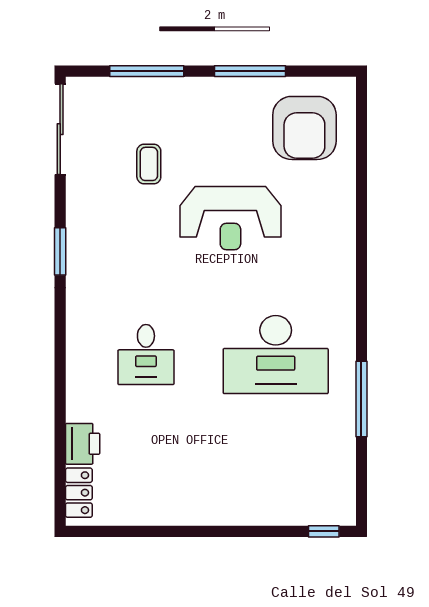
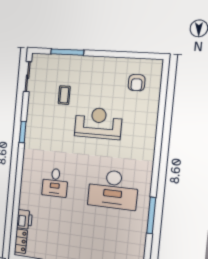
window: (250, 71) -> (114, 54), removed
armchair: (304, 128) -> (137, 83), width x0.53, depth x0.53
sliding door: (60, 129) -> (28, 77), width x0.73
reception desk: (230, 218) -> (98, 123), turned 180

